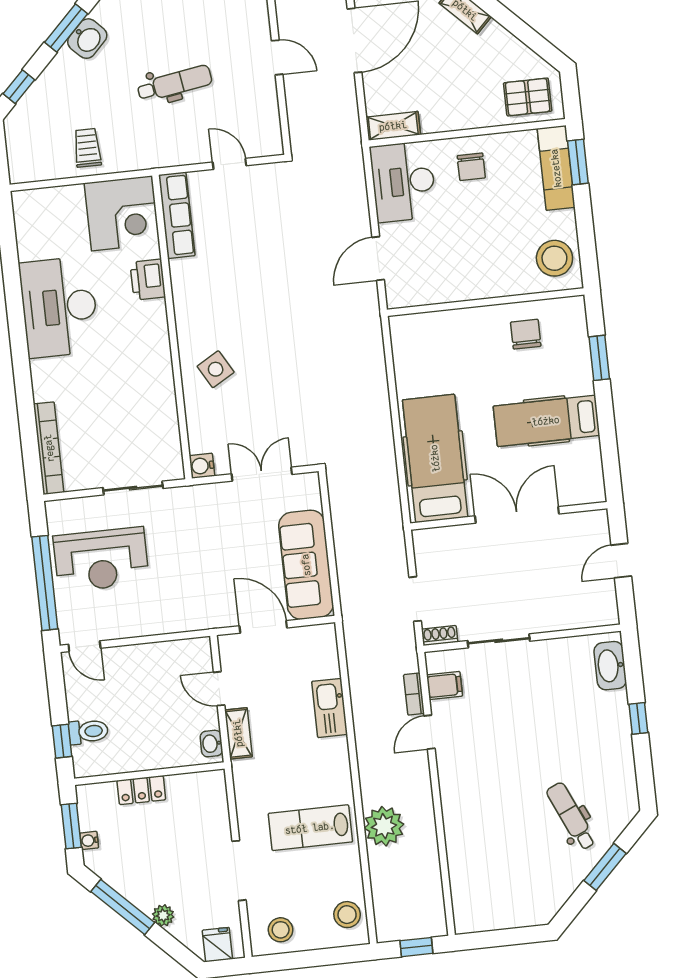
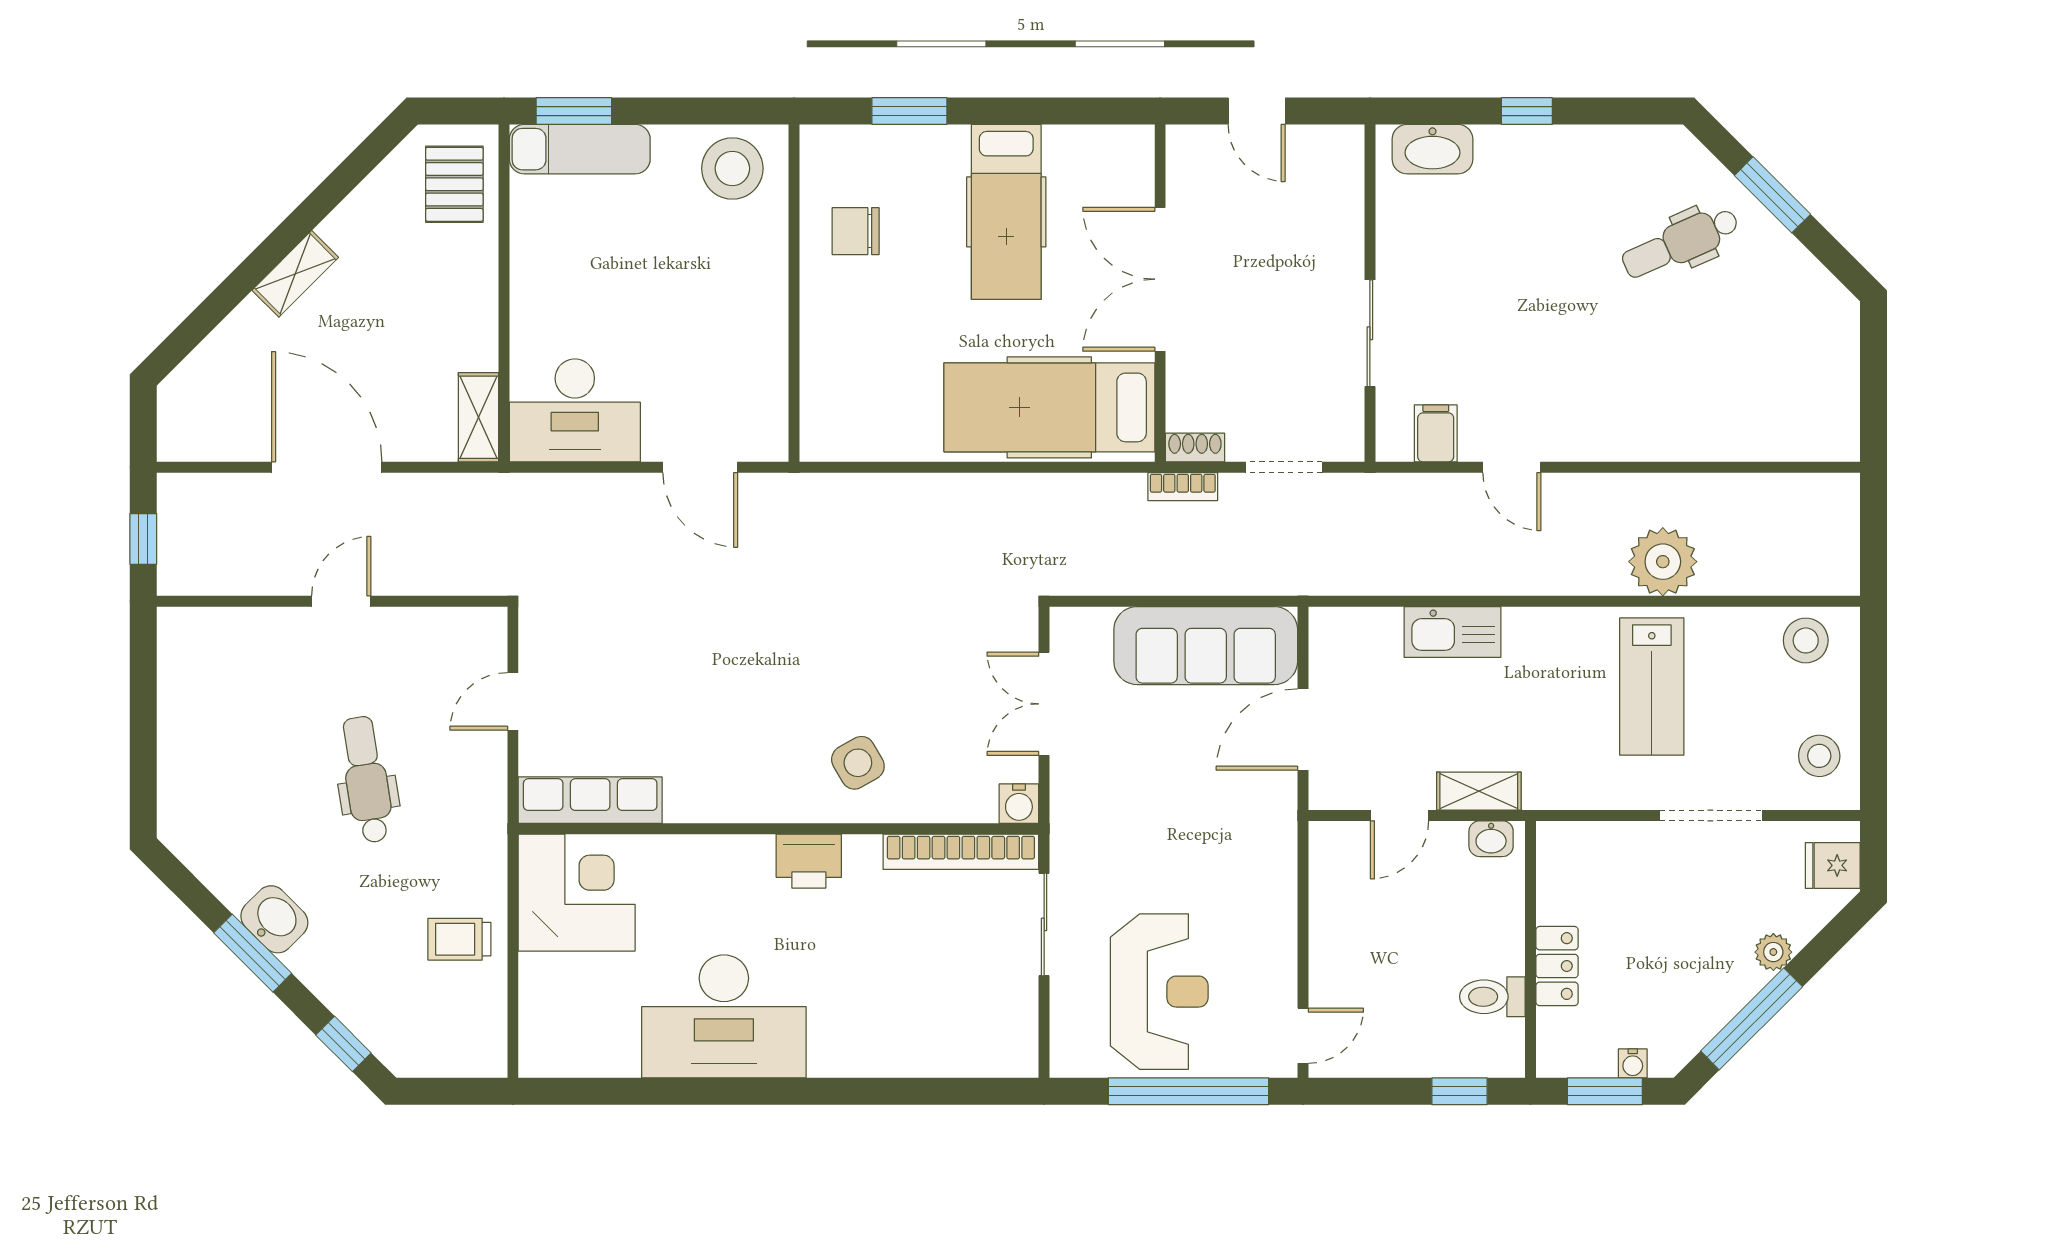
chair: (471, 167) -> (562, 293), removed
printer: (148, 280) -> (809, 861), moved
bookcase: (49, 448) -> (961, 852), moved, turned 180
shoe rack: (440, 636) -> (1195, 448), moved, turned 90
bookcase: (414, 694) -> (1183, 487), moved
toilet: (88, 732) -> (1492, 997), moved, turned -90
window: (416, 947) -> (1873, 529), removed

